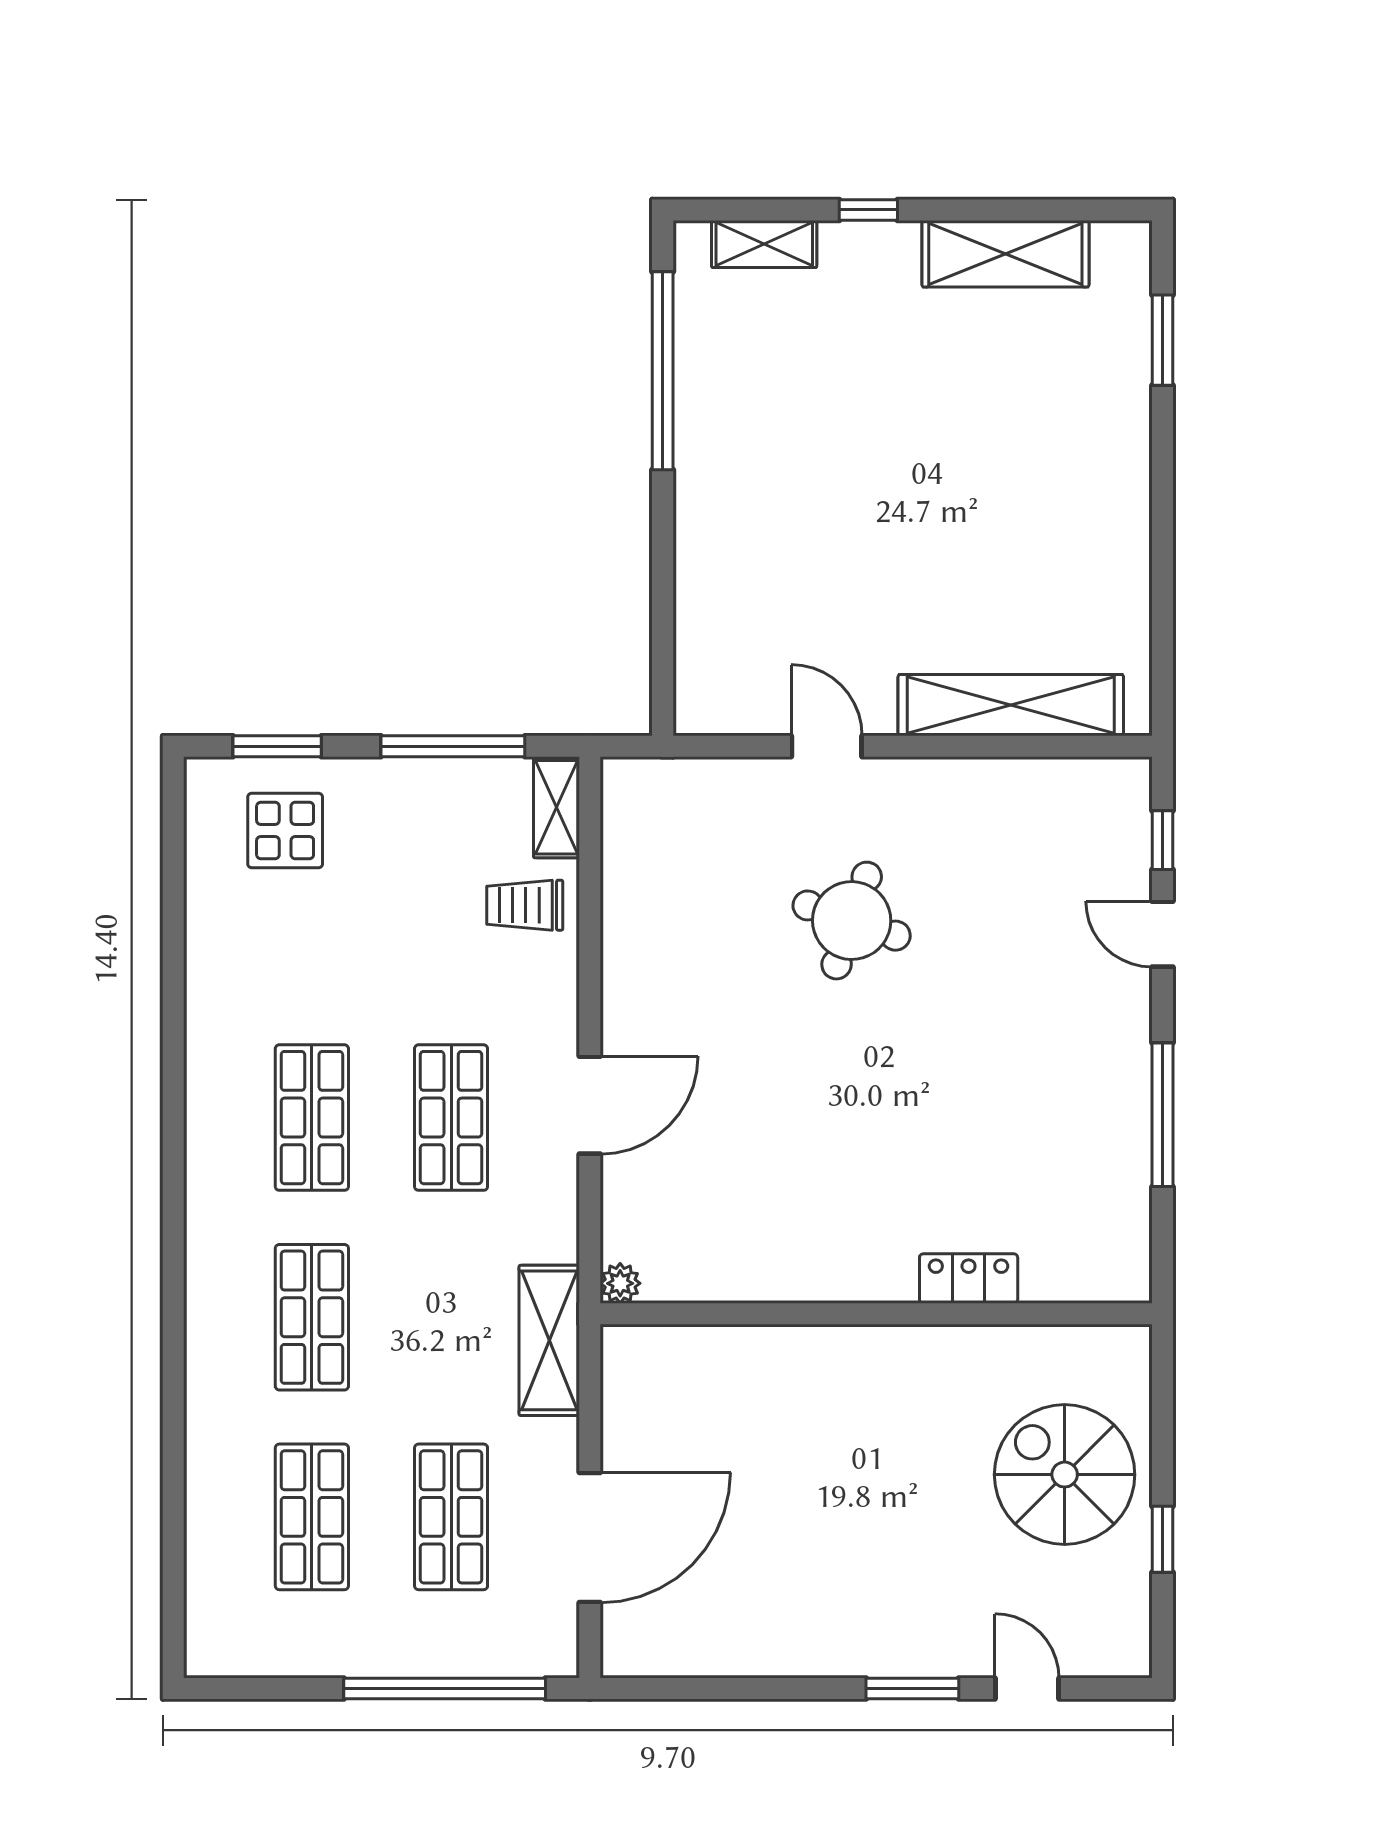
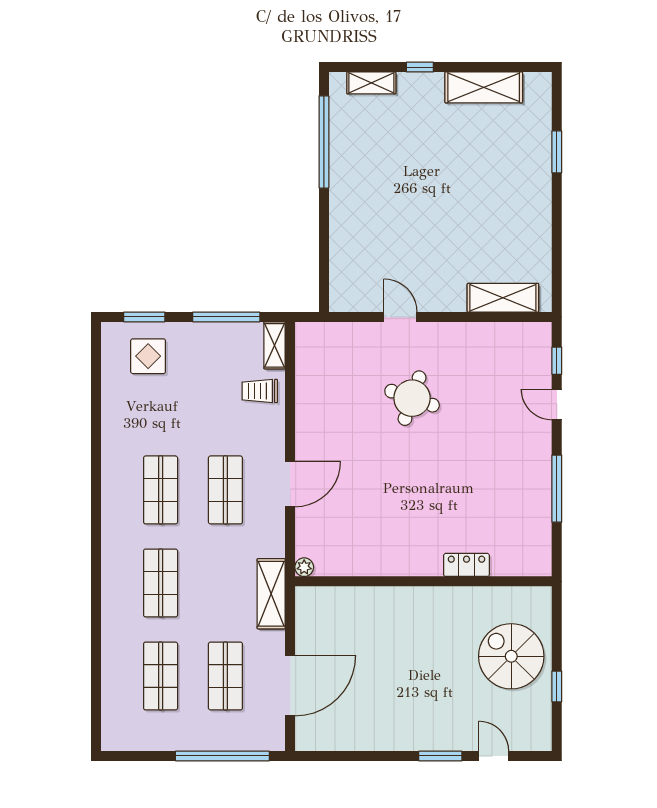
window: (1162, 340) -> (557, 152), moved
shelving: (1011, 705) -> (503, 298), width x0.68

